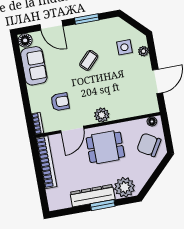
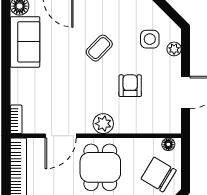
armchair: (60, 102) -> (130, 86), moved, turned -90
dining table: (105, 147) -> (100, 167), turned 90

